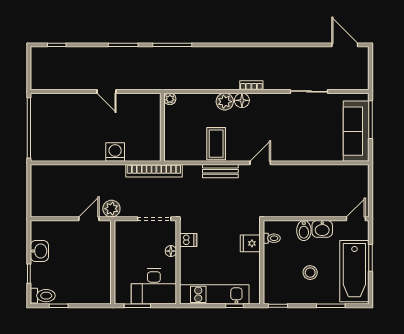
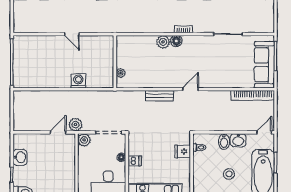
plant: (170, 99) -> (121, 73), moved
coffee table: (216, 144) -> (156, 74), removed
bookcase: (154, 171) -> (253, 95), moved
plant: (123, 229) -> (84, 140), added
dishwasher: (188, 240) -> (135, 161), moved

